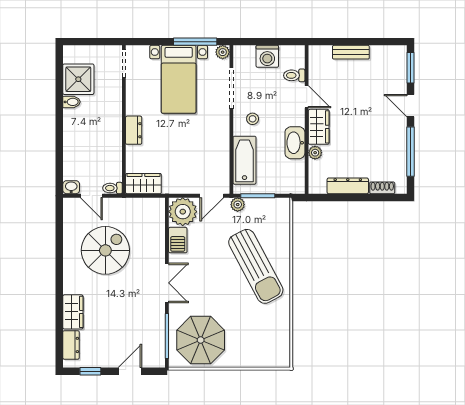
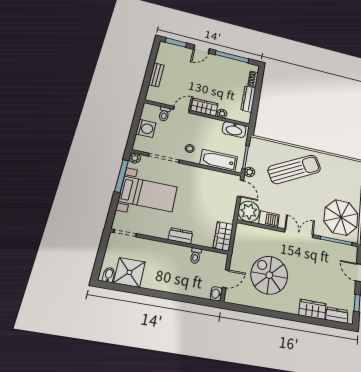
bidet: (71, 102) -> (109, 275), moved
washbasin: (295, 143) -> (234, 130), moved
toilet: (112, 188) -> (196, 256), moved

